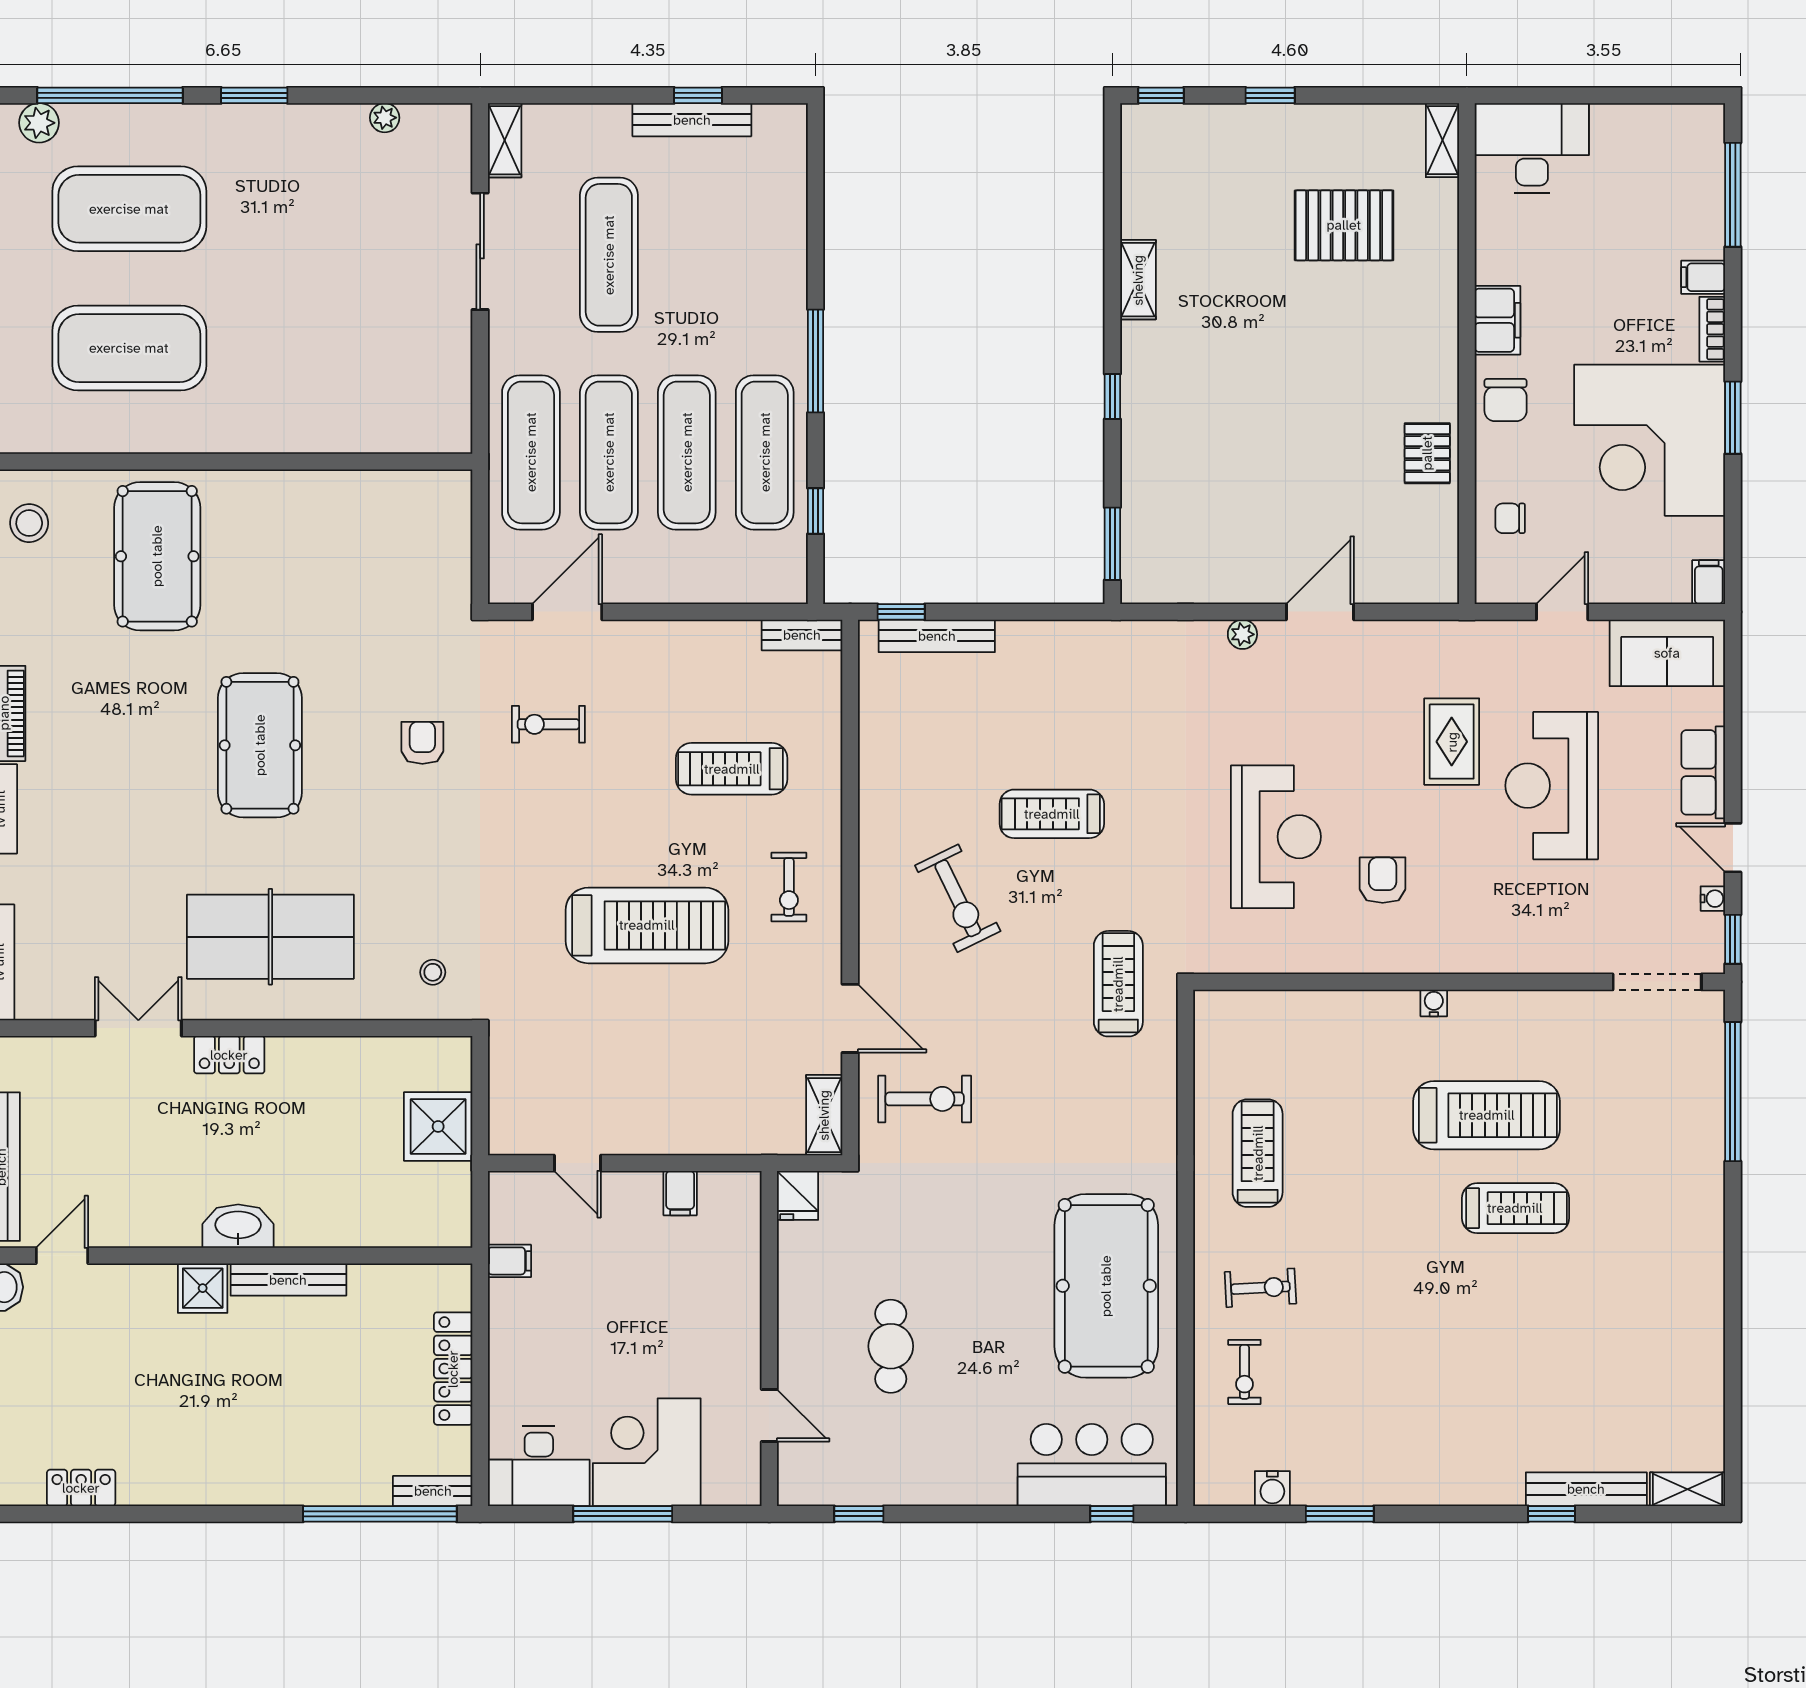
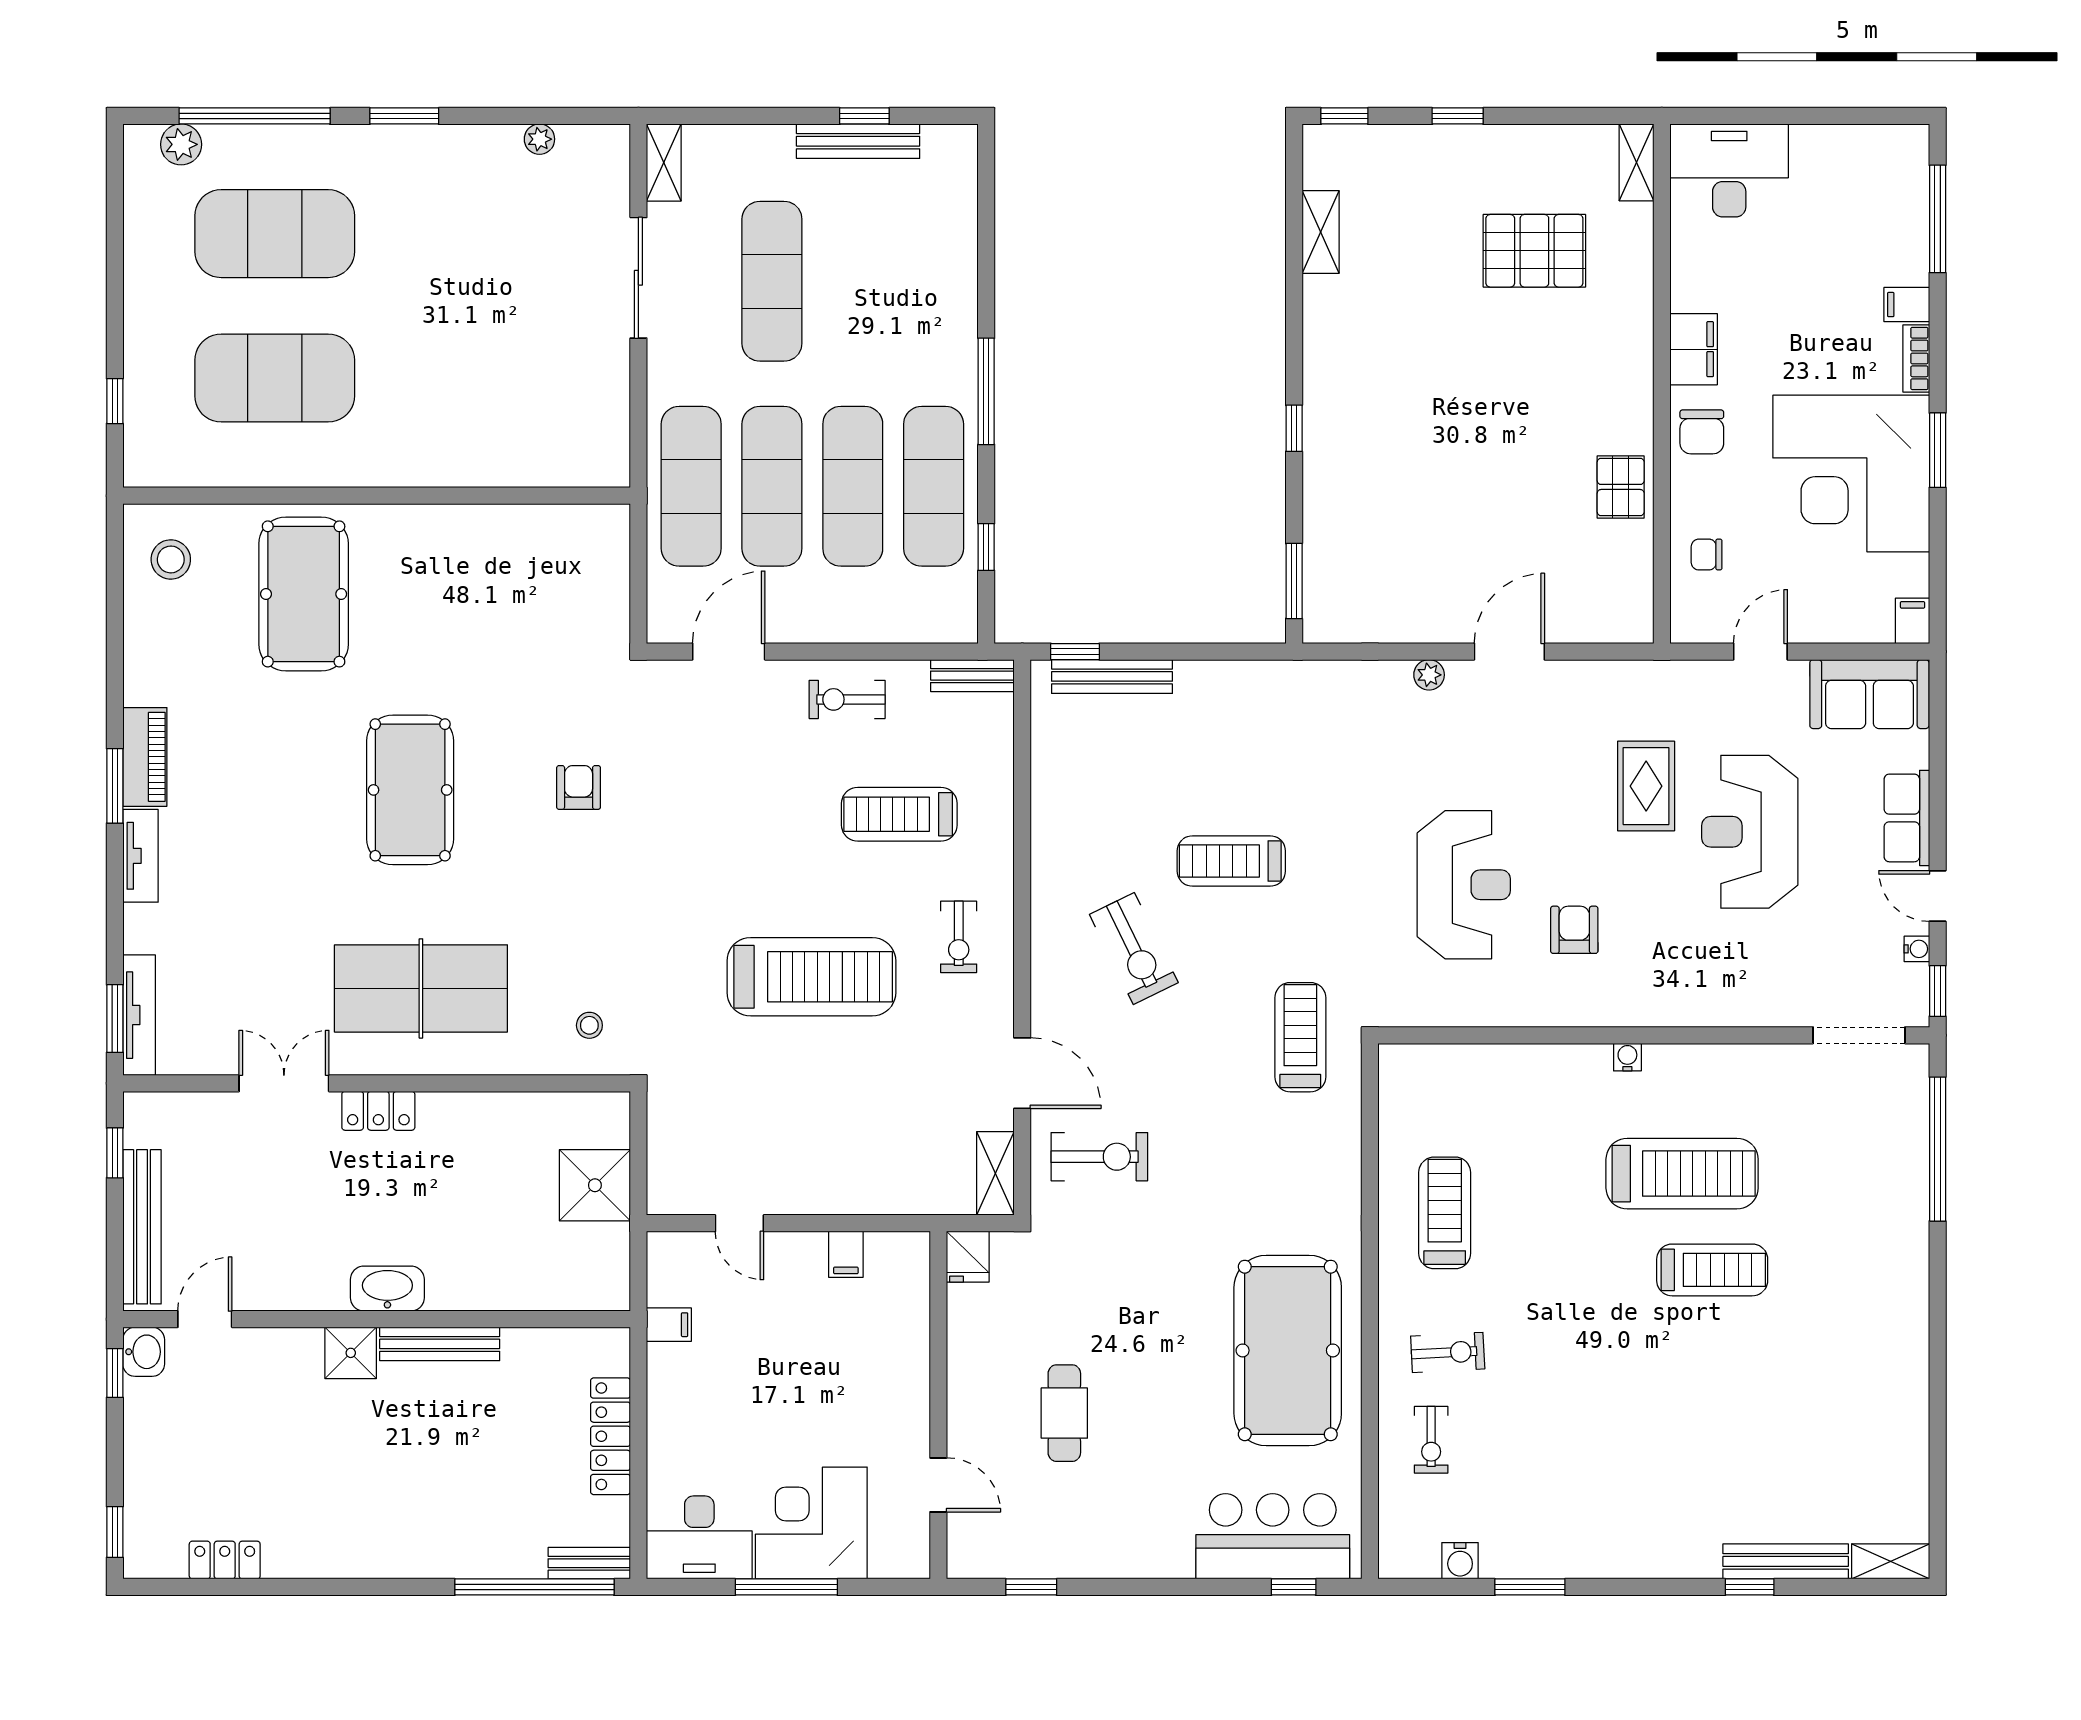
shelving: (1138, 280) -> (1321, 232), moved
exercise bike: (548, 724) -> (847, 699), moved

